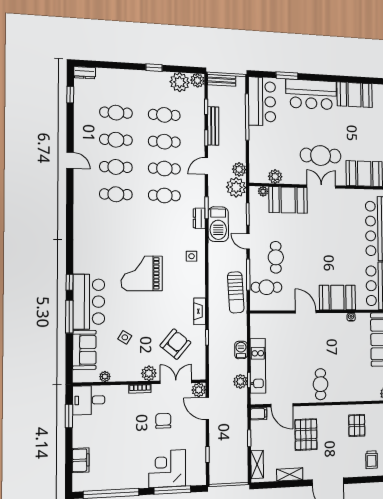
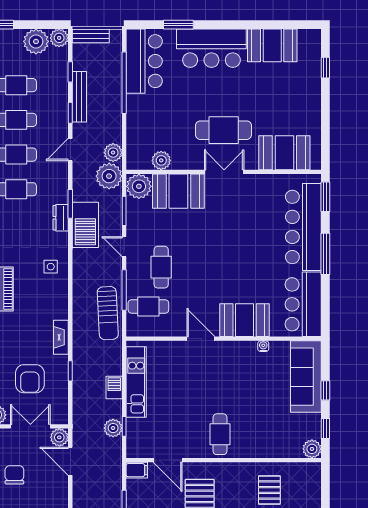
plant: (263, 191) -> (139, 186), width x1.87, depth x1.87
armchair: (175, 344) -> (30, 379), turned 140
kitchen unit: (258, 366) -> (136, 382), moved

